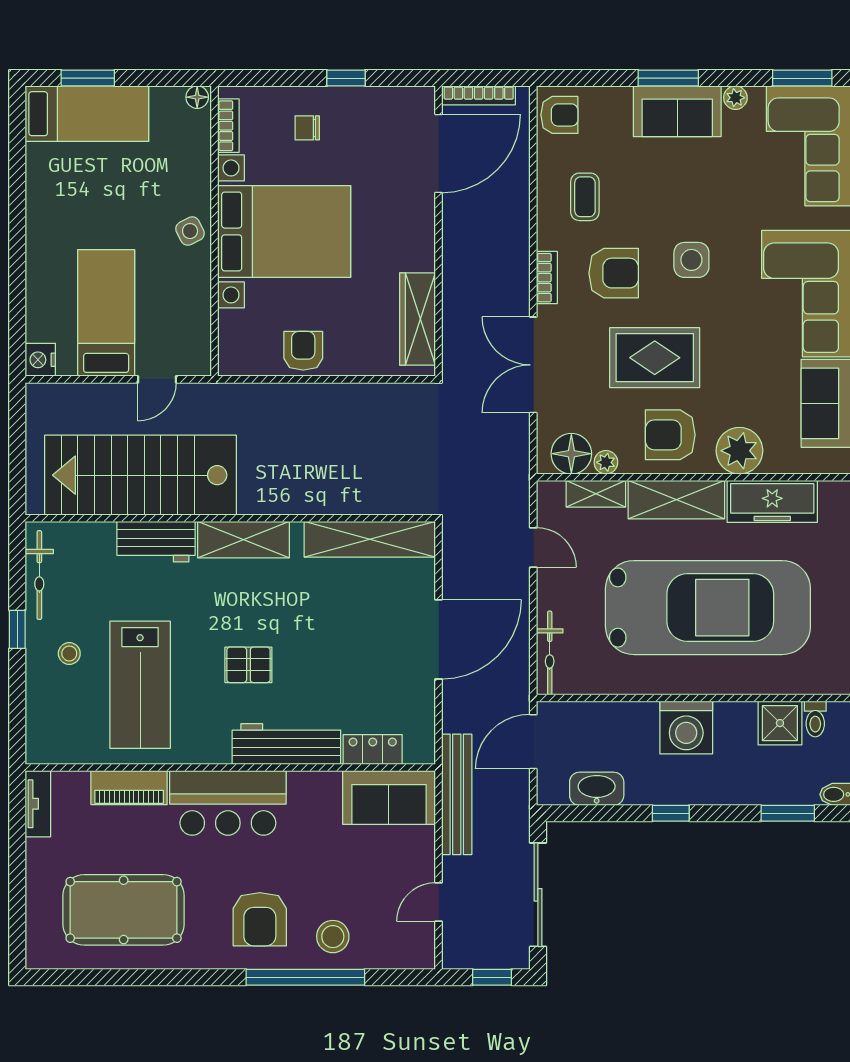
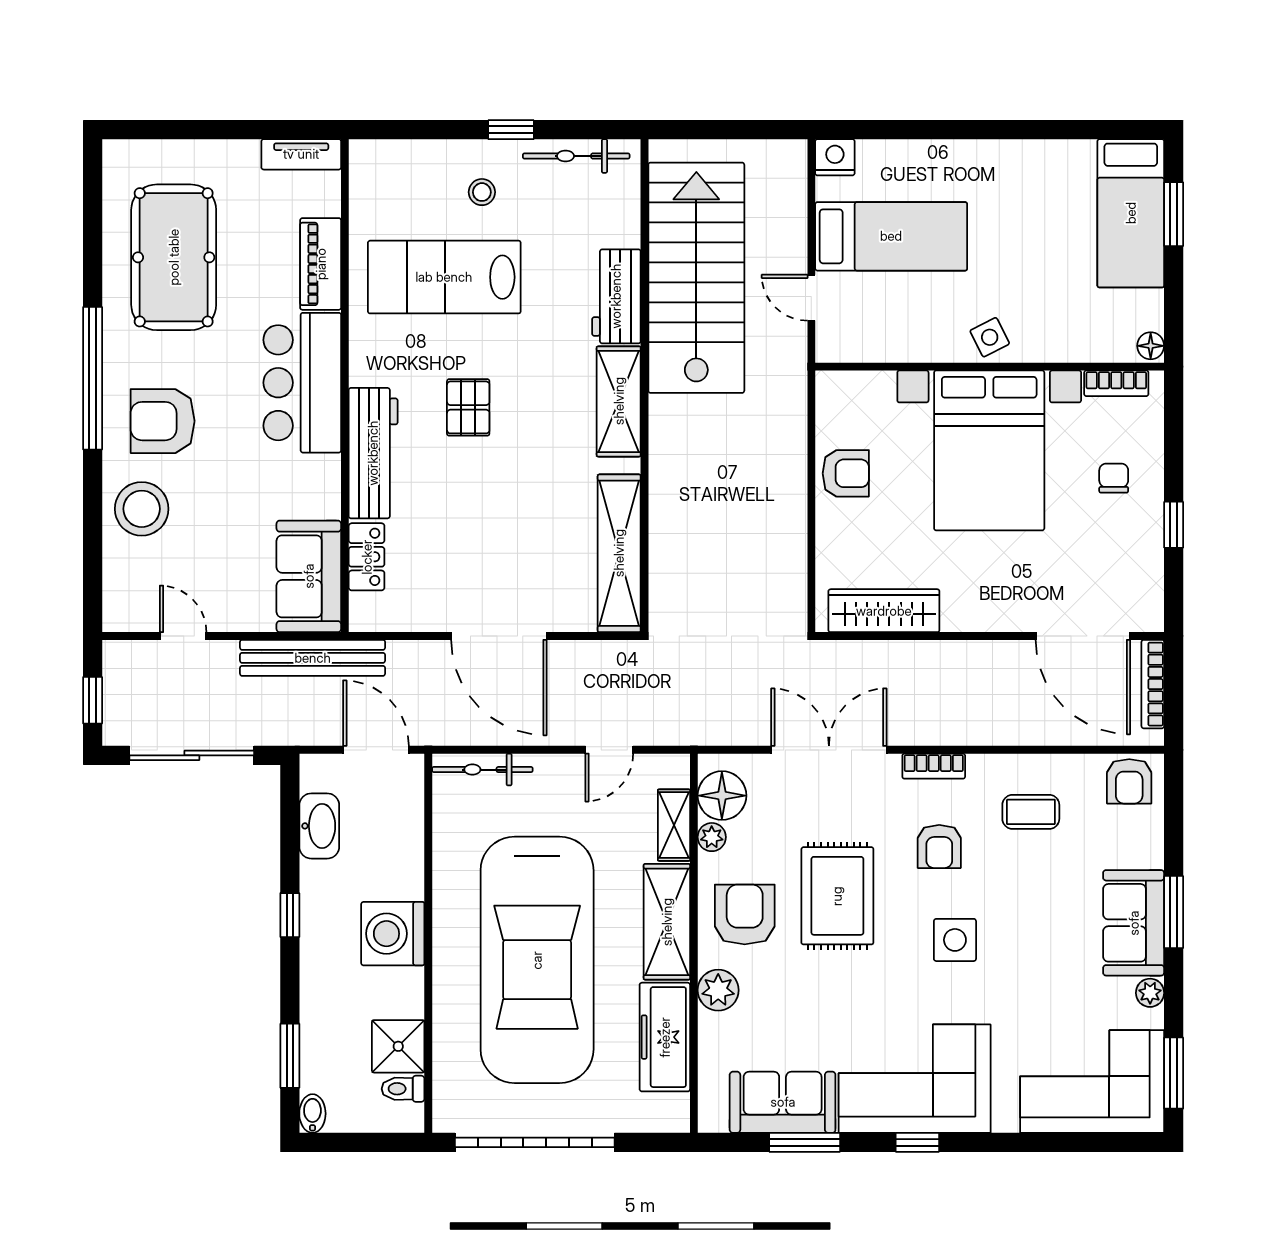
armchair: (614, 273) -> (939, 846), width x0.72, depth x0.72
plant: (739, 451) -> (718, 990), width x0.73, depth x0.73
stool: (333, 937) -> (142, 509), width x1.38, depth x1.38
window: (305, 977) -> (93, 378), moved

